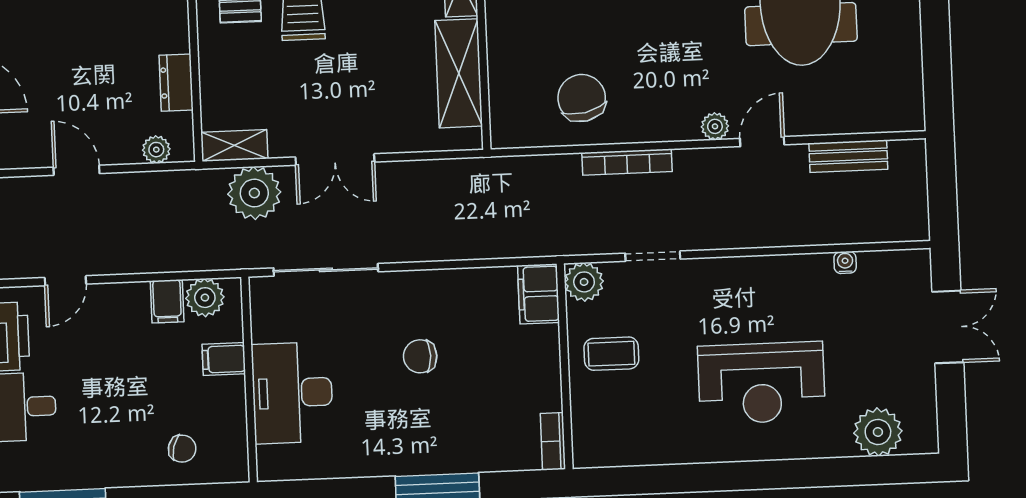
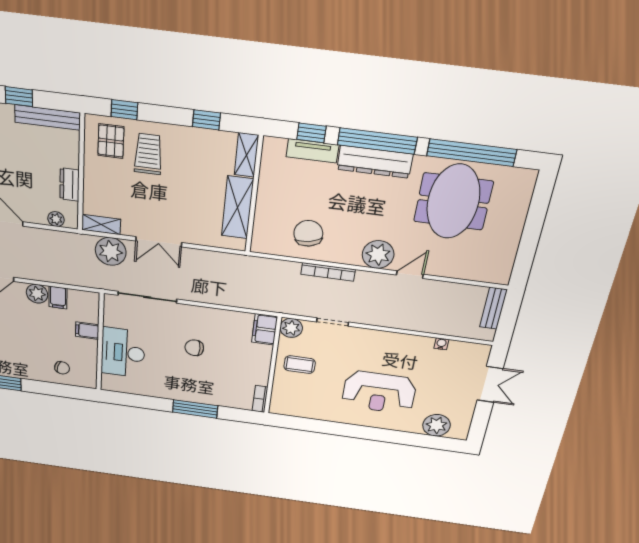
plant: (715, 126) -> (378, 255), width x1.87, depth x1.87
bench: (848, 156) -> (493, 308), moved, turned 90
plant: (205, 298) -> (37, 294), moved

